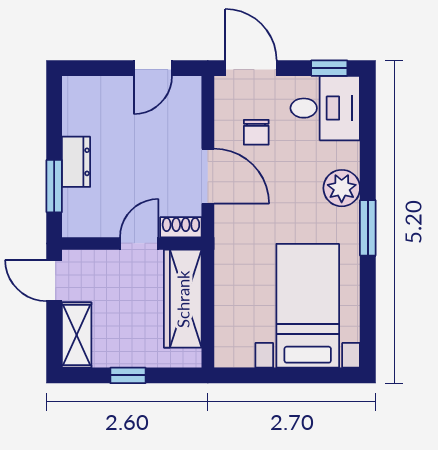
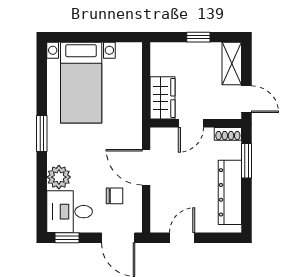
chair: (256, 132) -> (115, 196), turned 90
dresser: (76, 162) -> (230, 192), width x1.96, depth x1.24
plant: (342, 188) -> (59, 177), moved
shoe rack: (181, 227) -> (228, 134), moved
wardrobe: (183, 299) -> (163, 98), width x0.67

